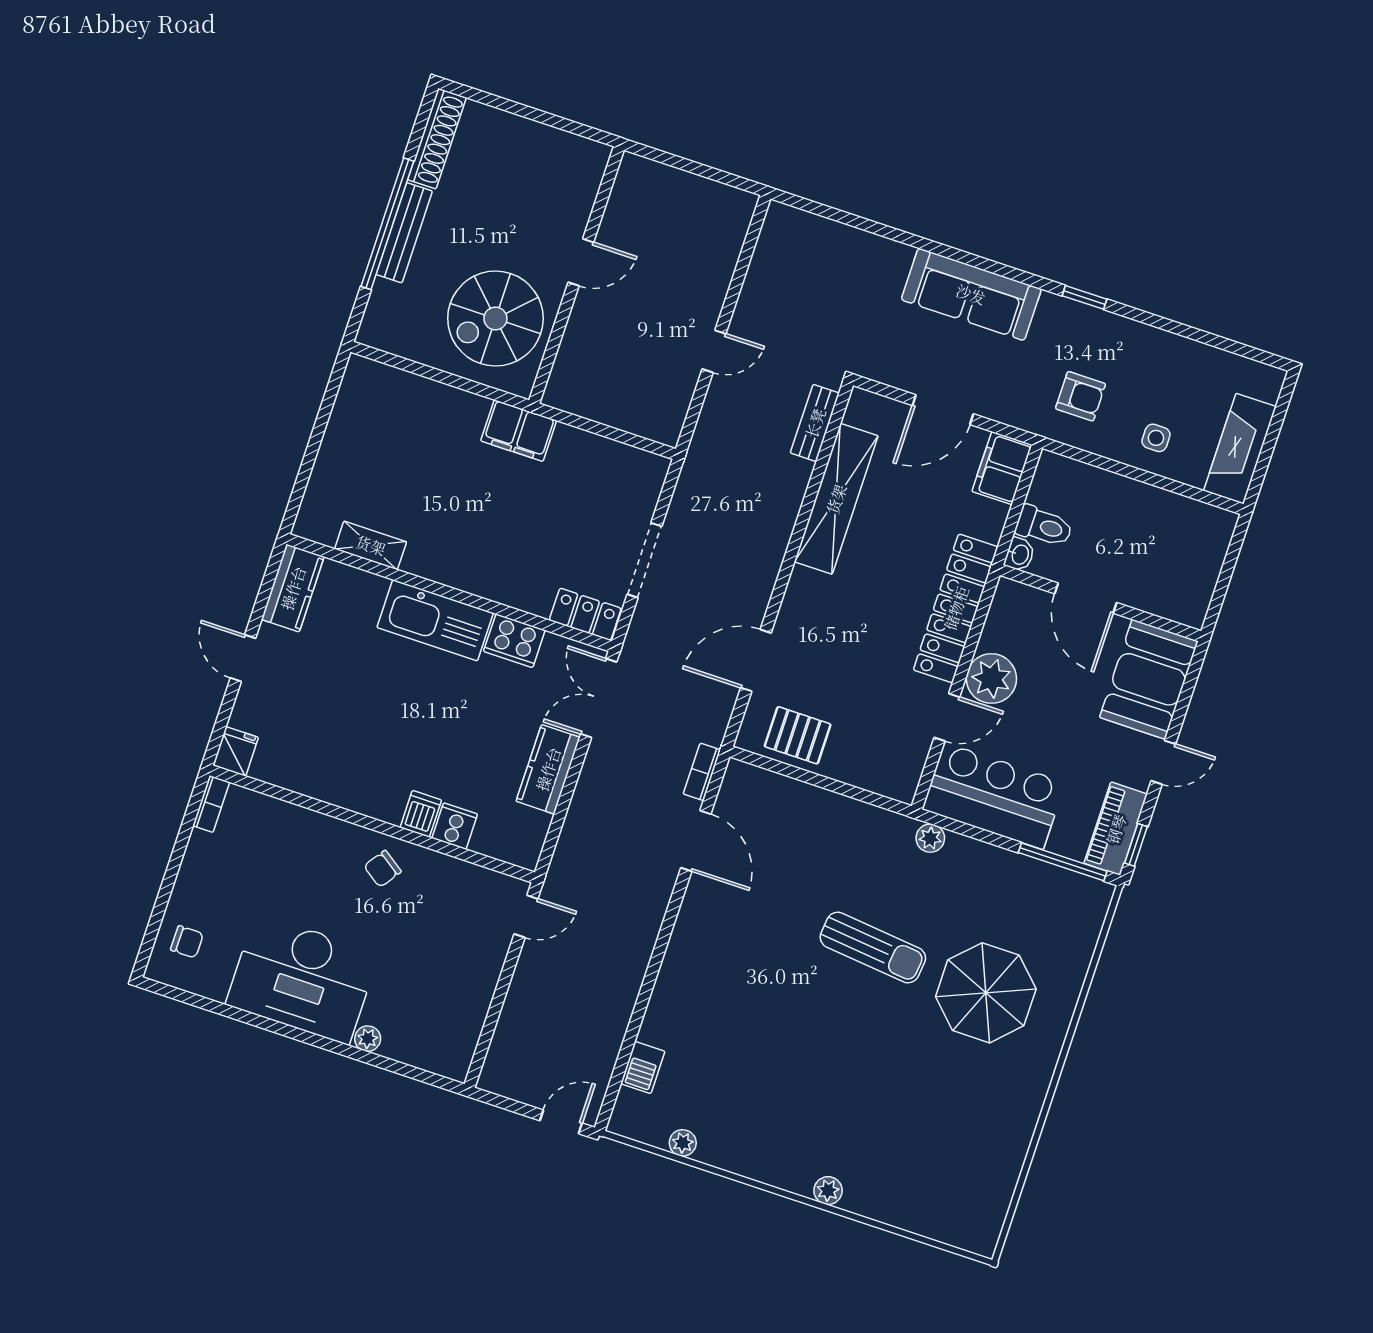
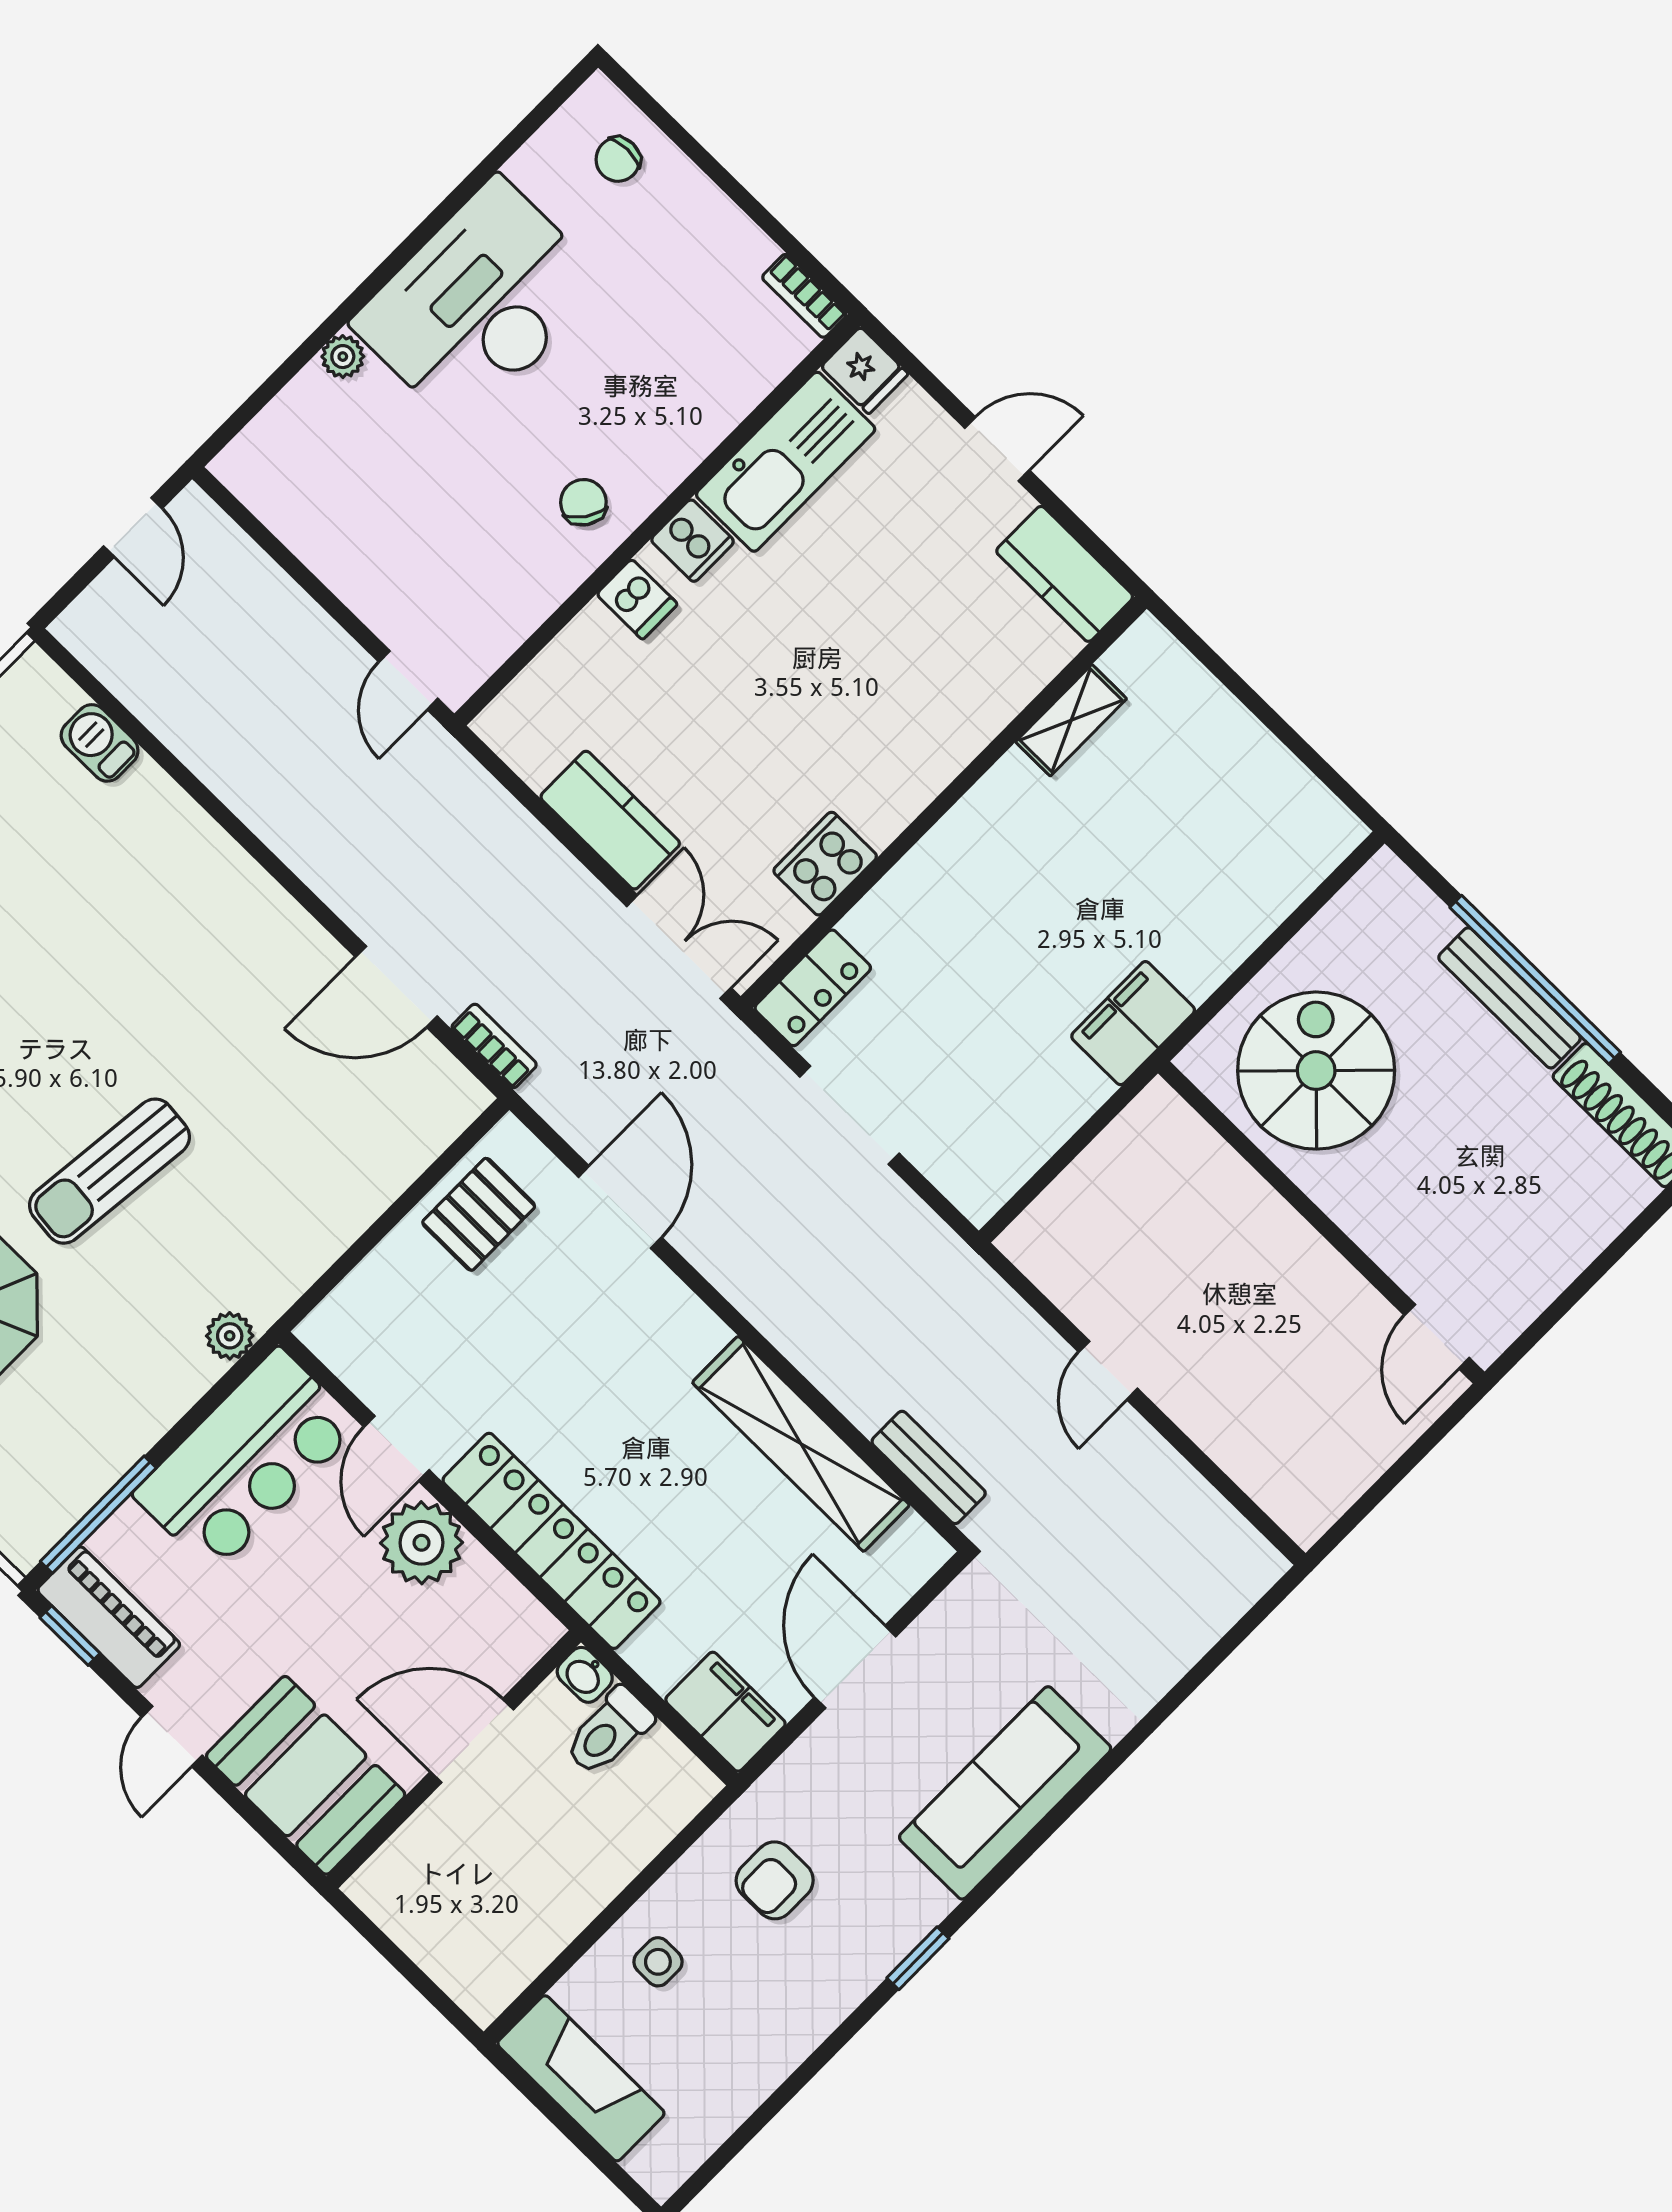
door: (581, 262) -> (1437, 1336), moved
kitchen sink: (435, 620) -> (786, 462), moved, turned 180
cooker: (455, 826) -> (693, 541), moved
door: (561, 1122) -> (133, 527), moved

